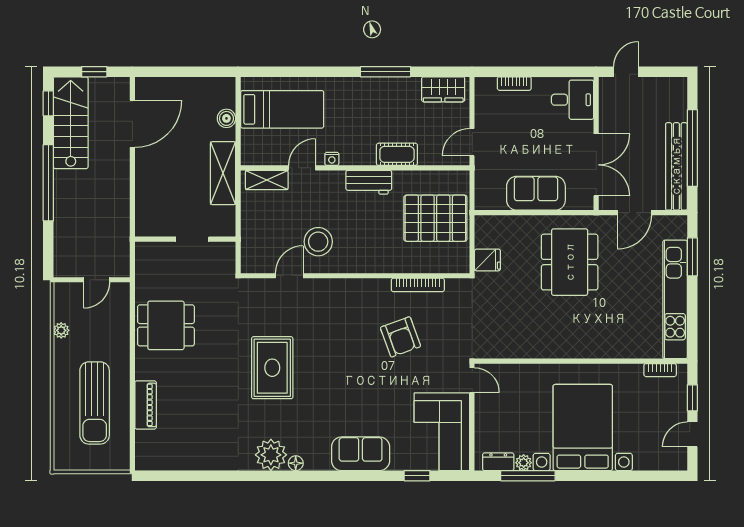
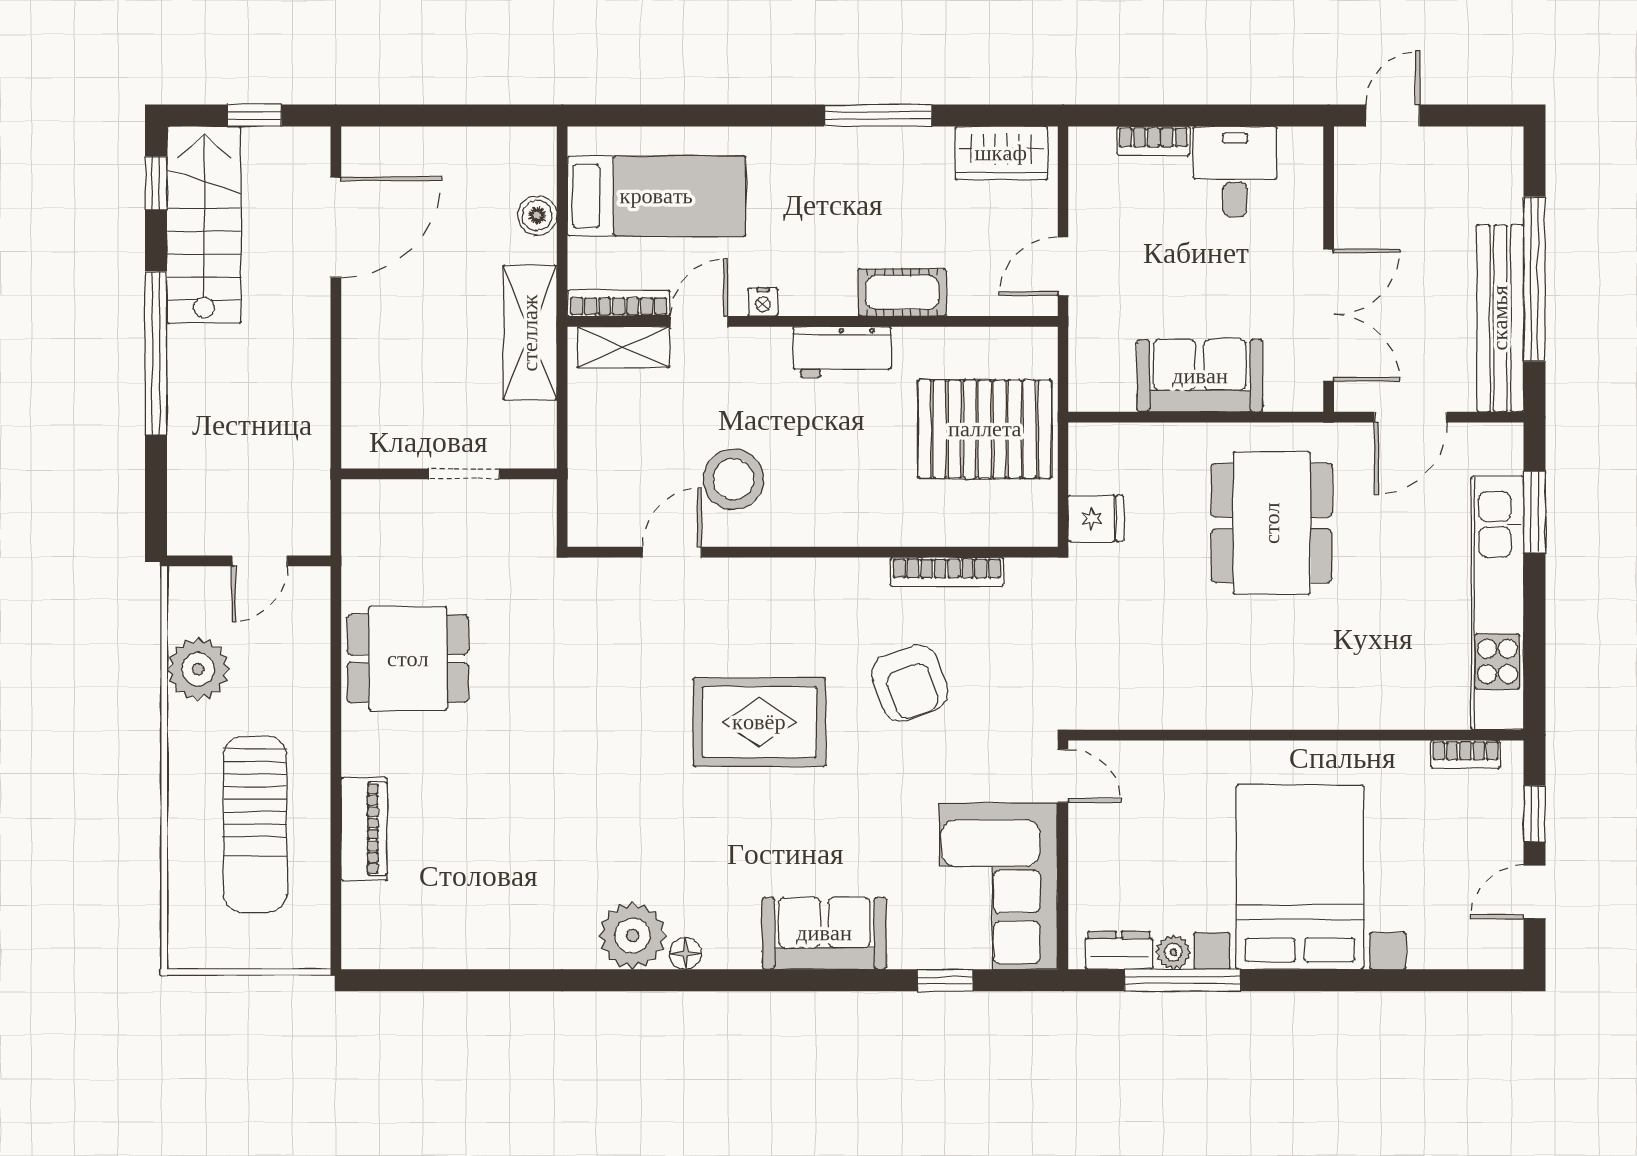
desk: (573, 100) -> (1235, 172), moved, turned -90
bookcase: (264, 159) -> (619, 303), added
plant: (61, 330) -> (198, 669), width x1.88, depth x1.88
rug: (272, 368) -> (759, 722), moved, turned 90

